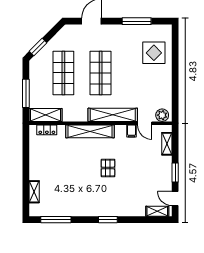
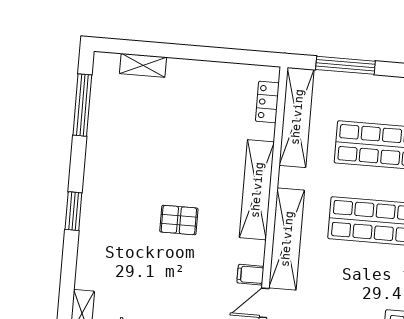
shelving: (46, 115) -> (297, 117), width x1.47

